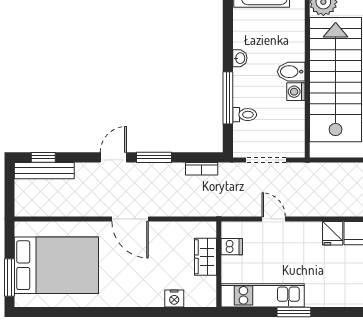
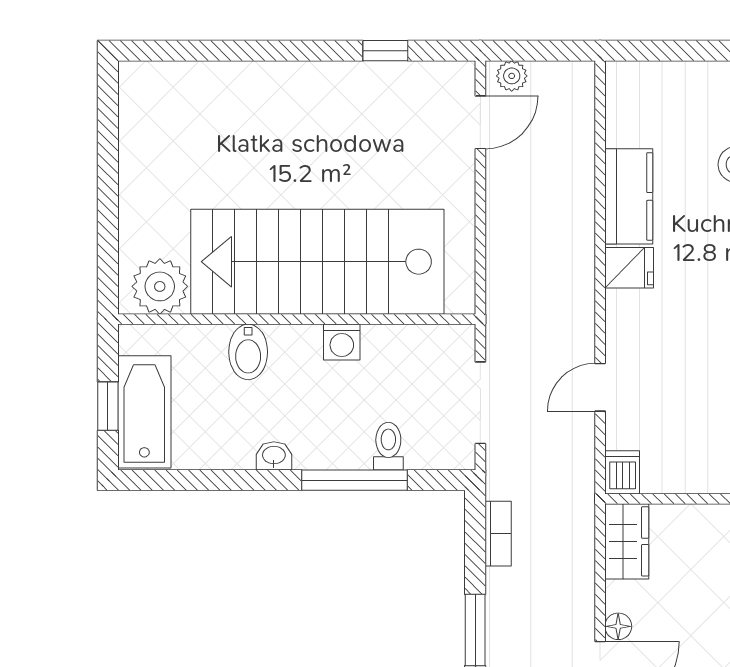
bidet: (291, 72) -> (248, 352), moved
floor lamp: (156, 228) -> (618, 626), added
dishwasher: (232, 247) -> (623, 472), moved
wardrobe: (205, 257) -> (627, 541), moved, turned -90

